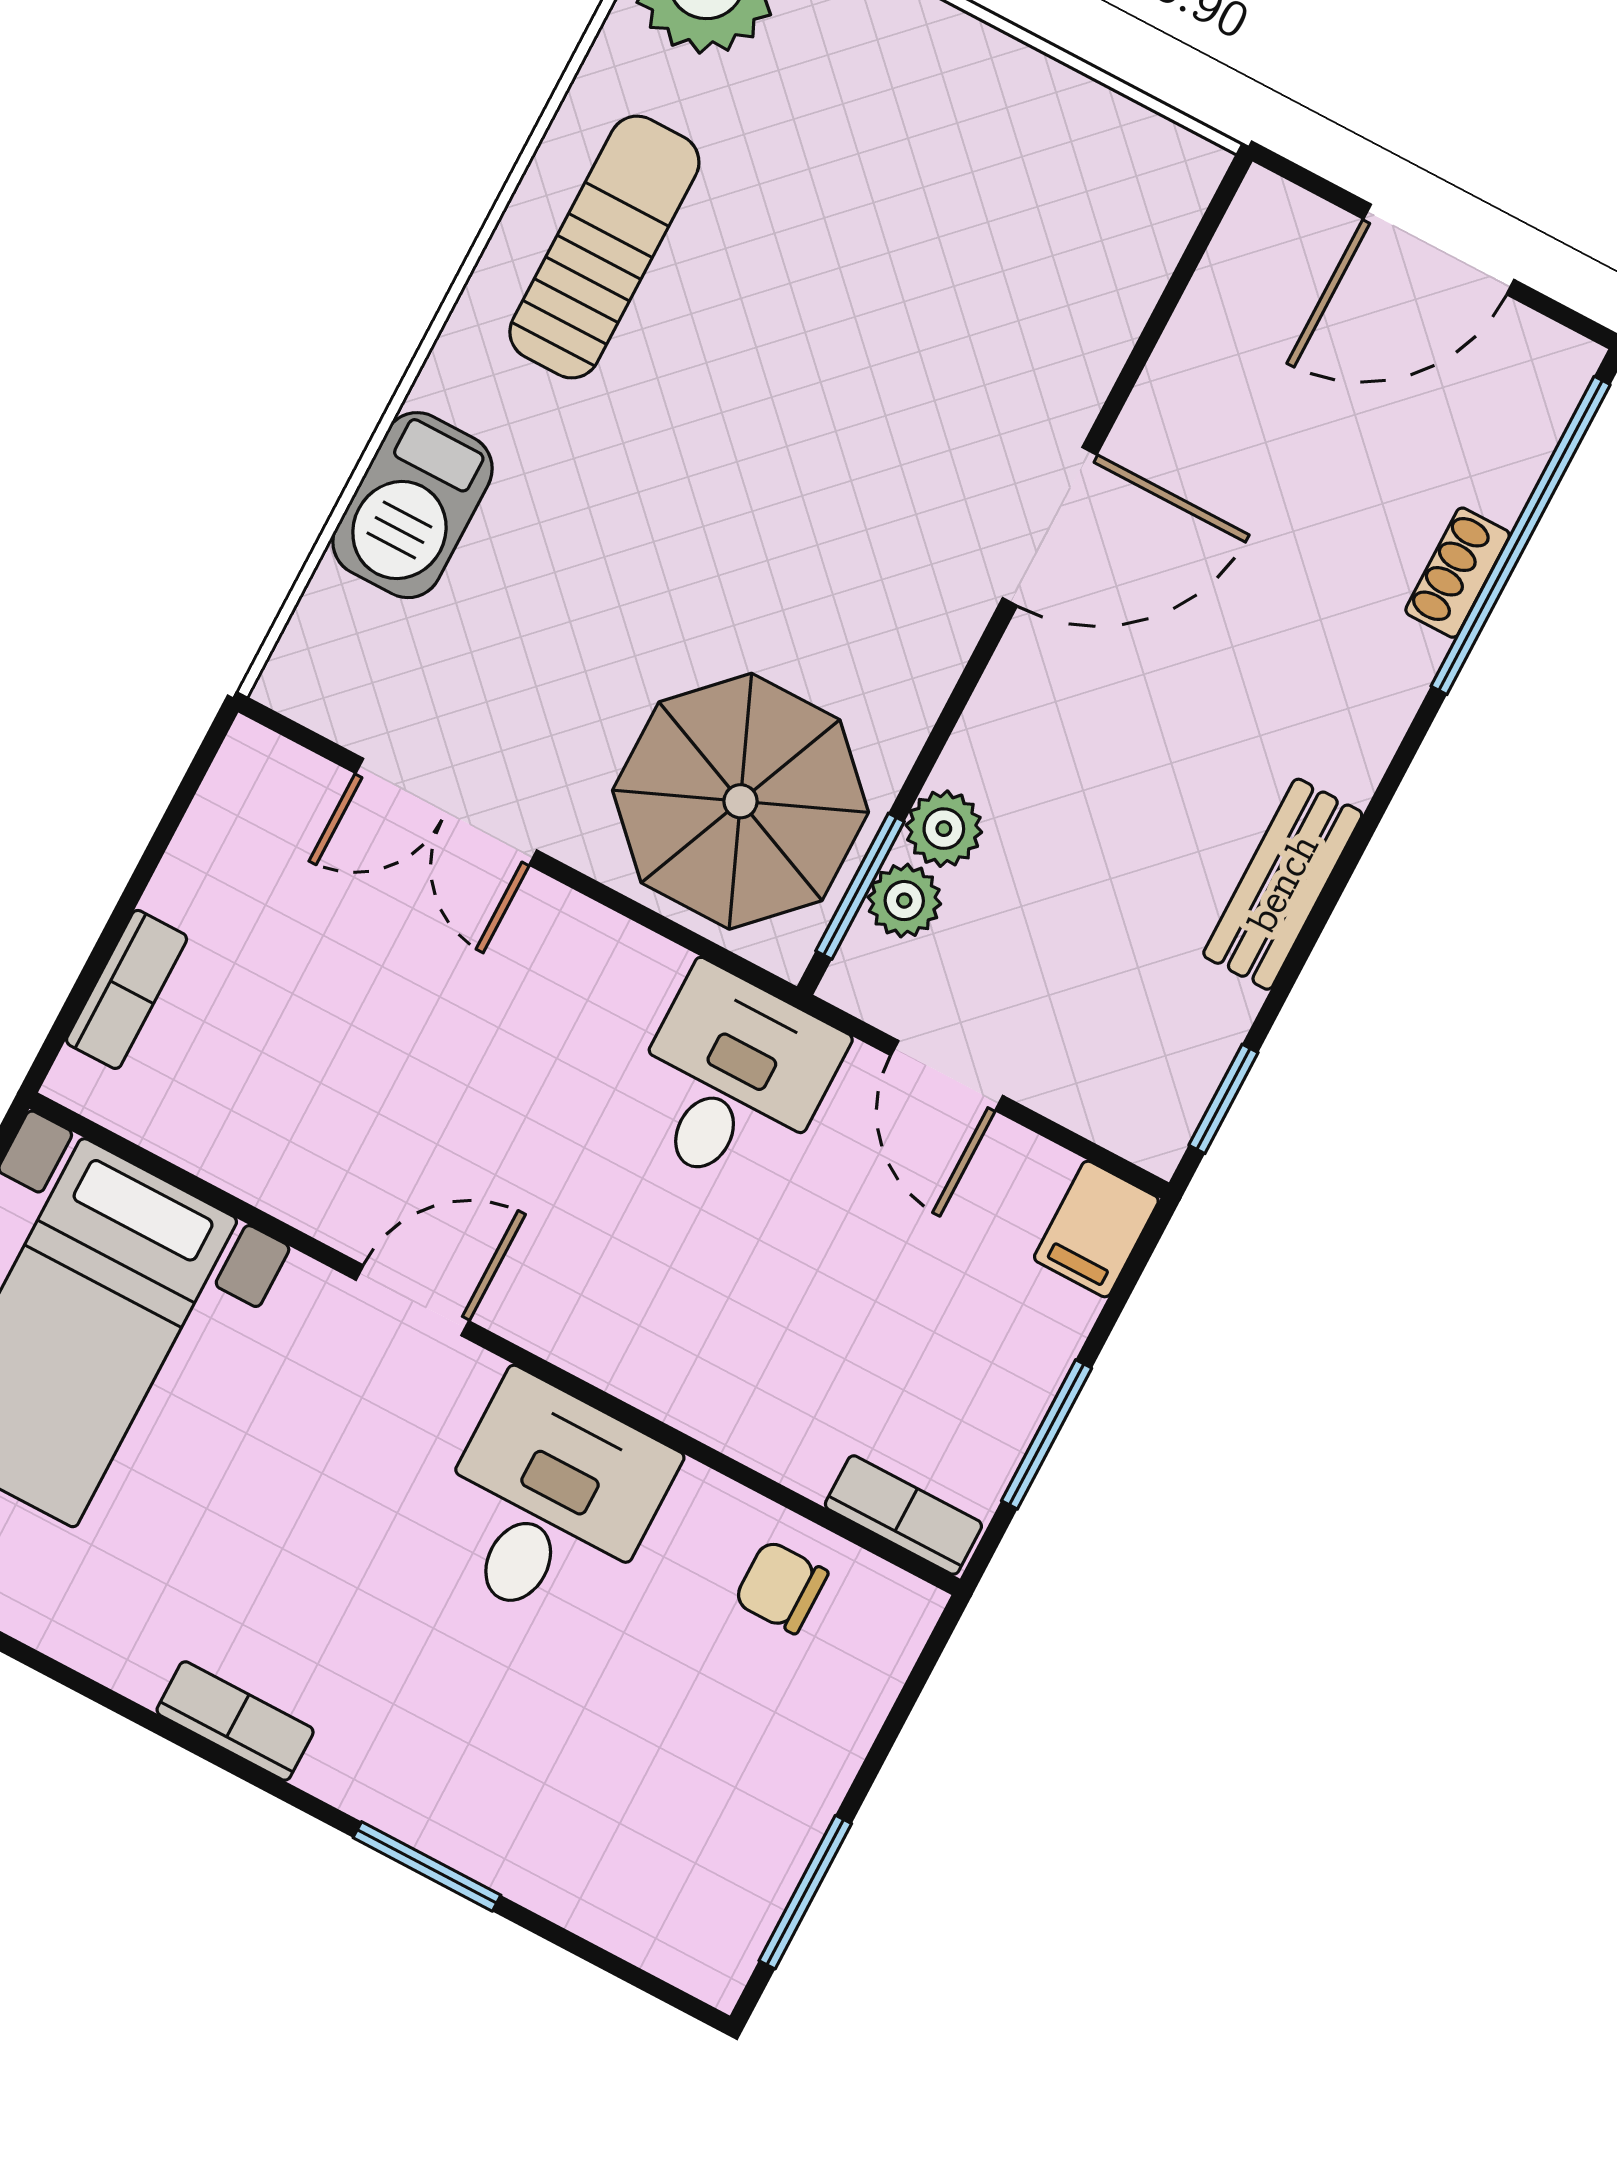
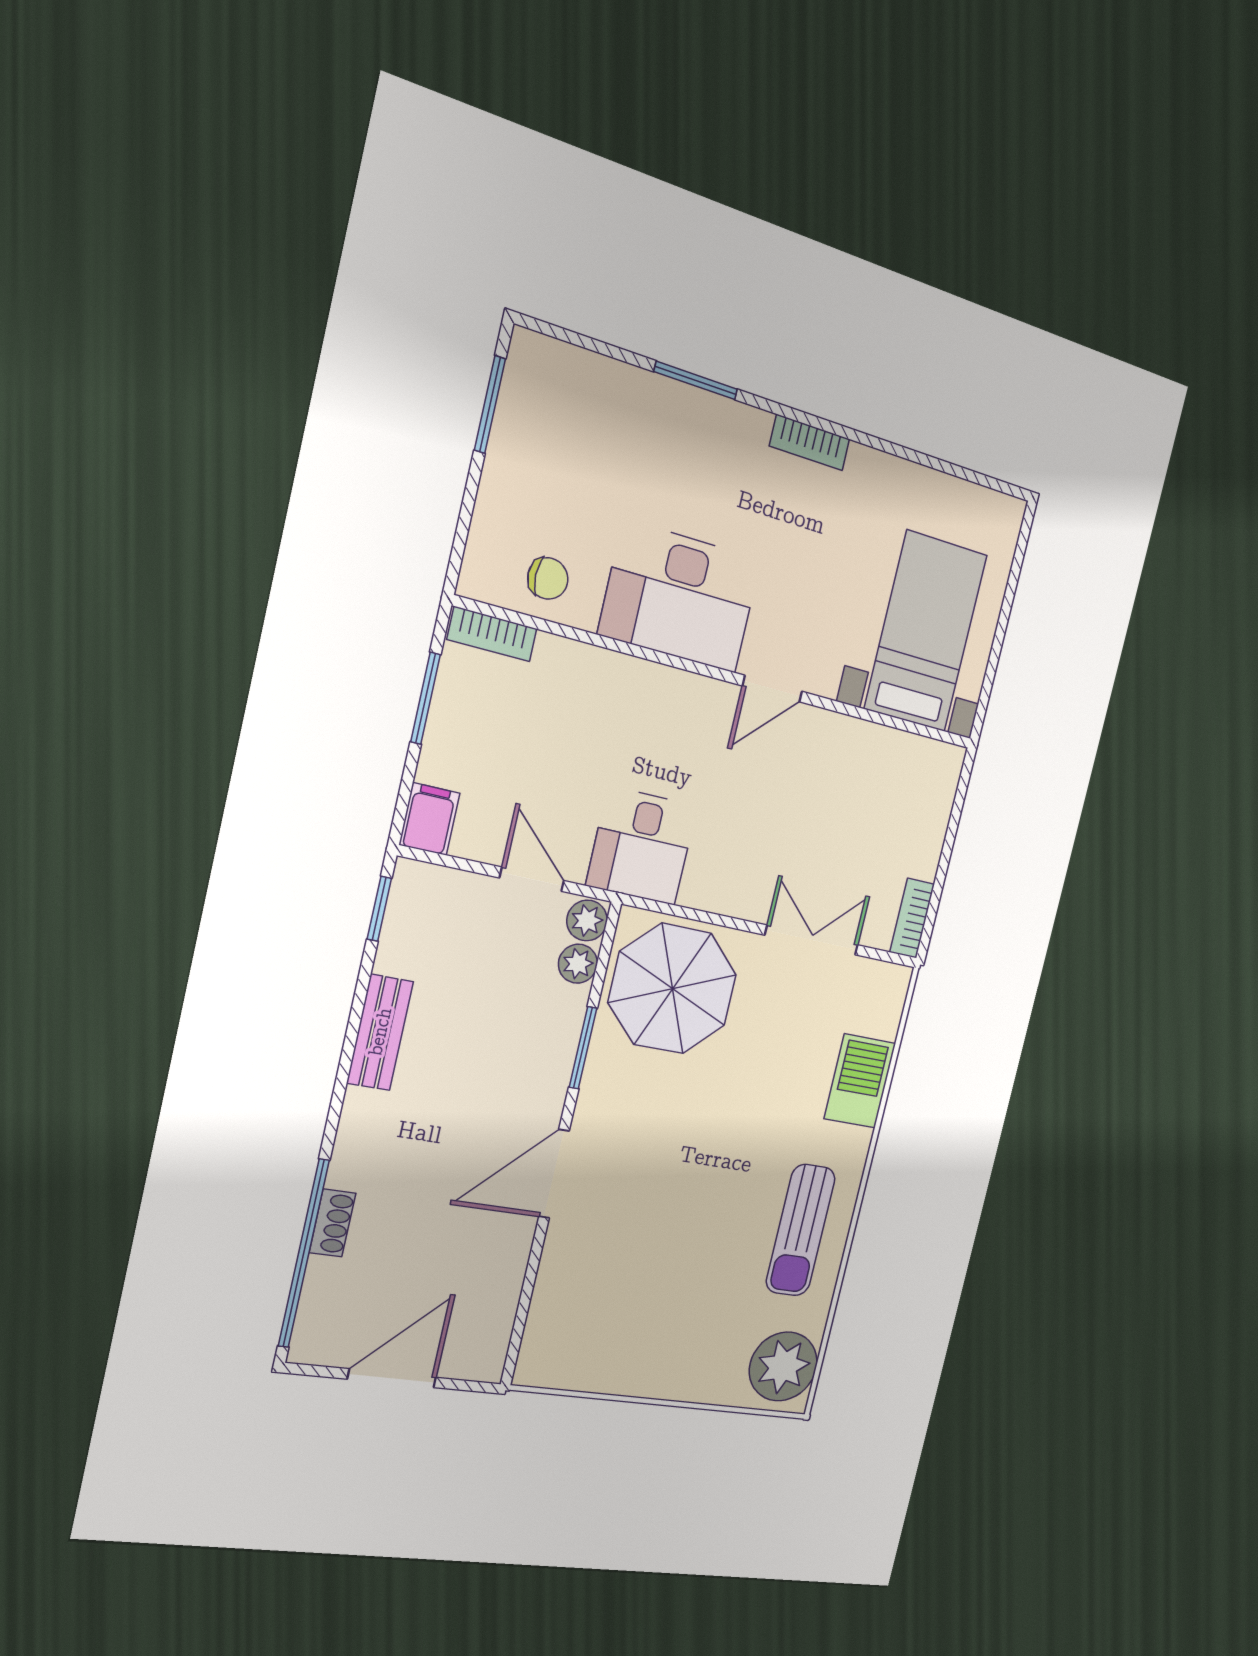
plant: (944, 829) -> (587, 920), moved
window: (860, 886) -> (583, 1048), moved
bookcase: (127, 989) -> (912, 918), moved
desk: (549, 1503) -> (680, 597), width x1.37

